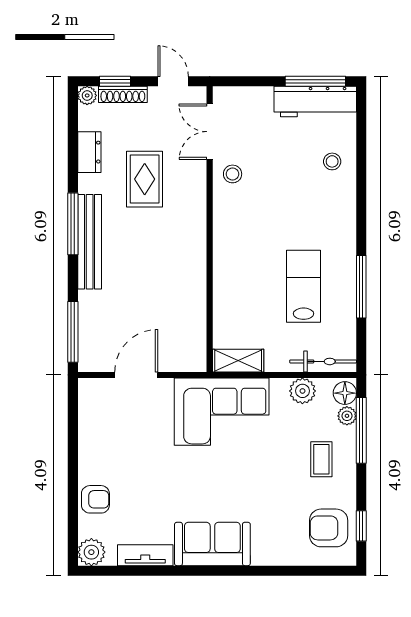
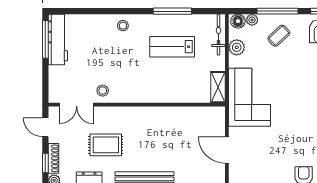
door: (173, 81) -> (45, 127), hinge flipped
stool: (332, 161) -> (123, 26), moved
window: (361, 430) -> (277, 11), moved
coffee table: (321, 459) -> (279, 36), turned -43

